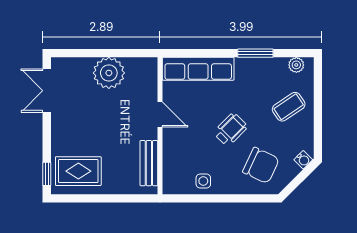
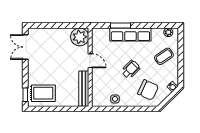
window: (255, 53) -> (121, 26), moved
row of seats: (198, 69) -> (130, 35), moved
plant: (109, 73) -> (80, 37), moved
bench: (149, 163) -> (84, 89), width x1.36

